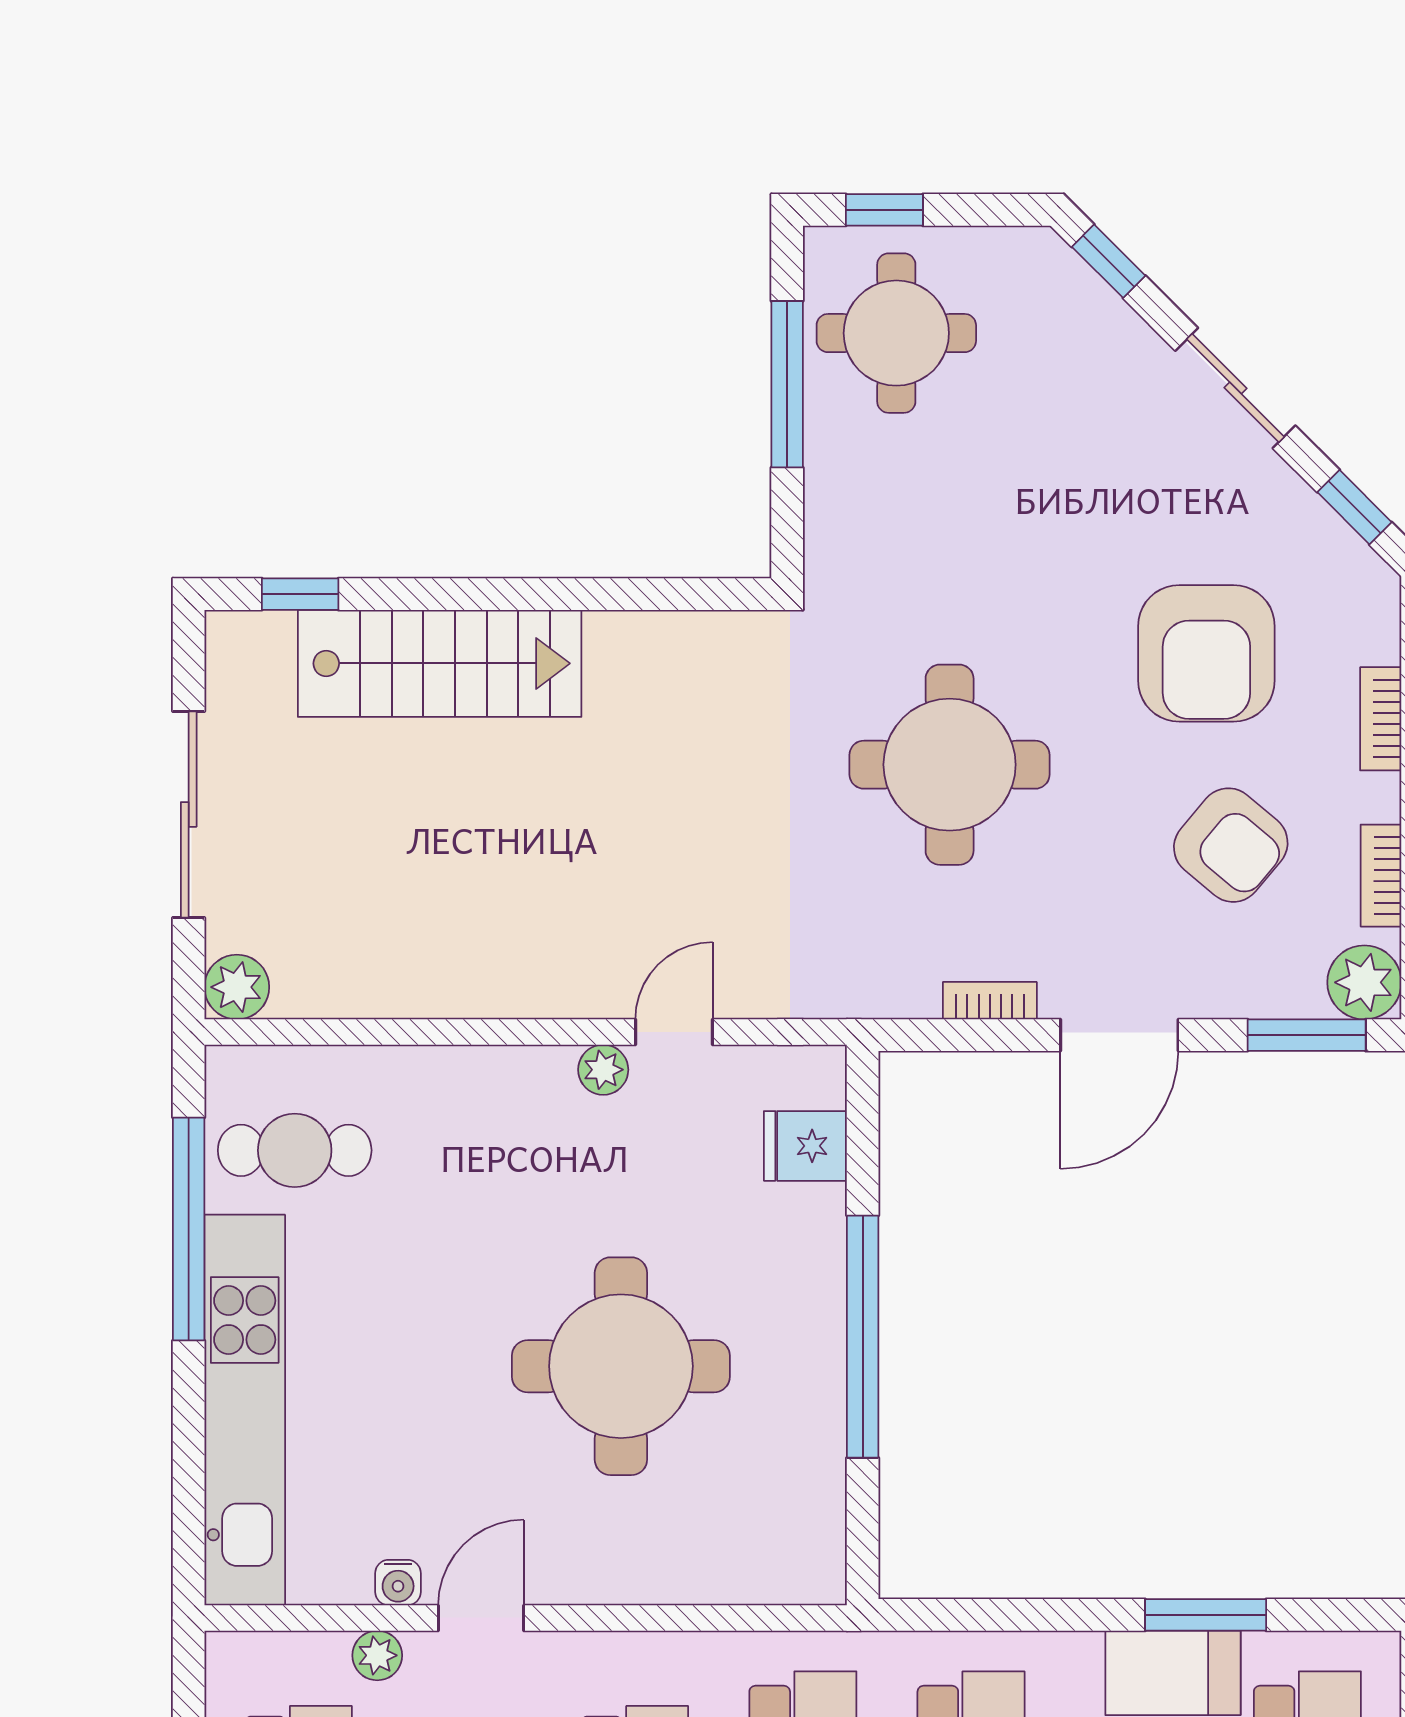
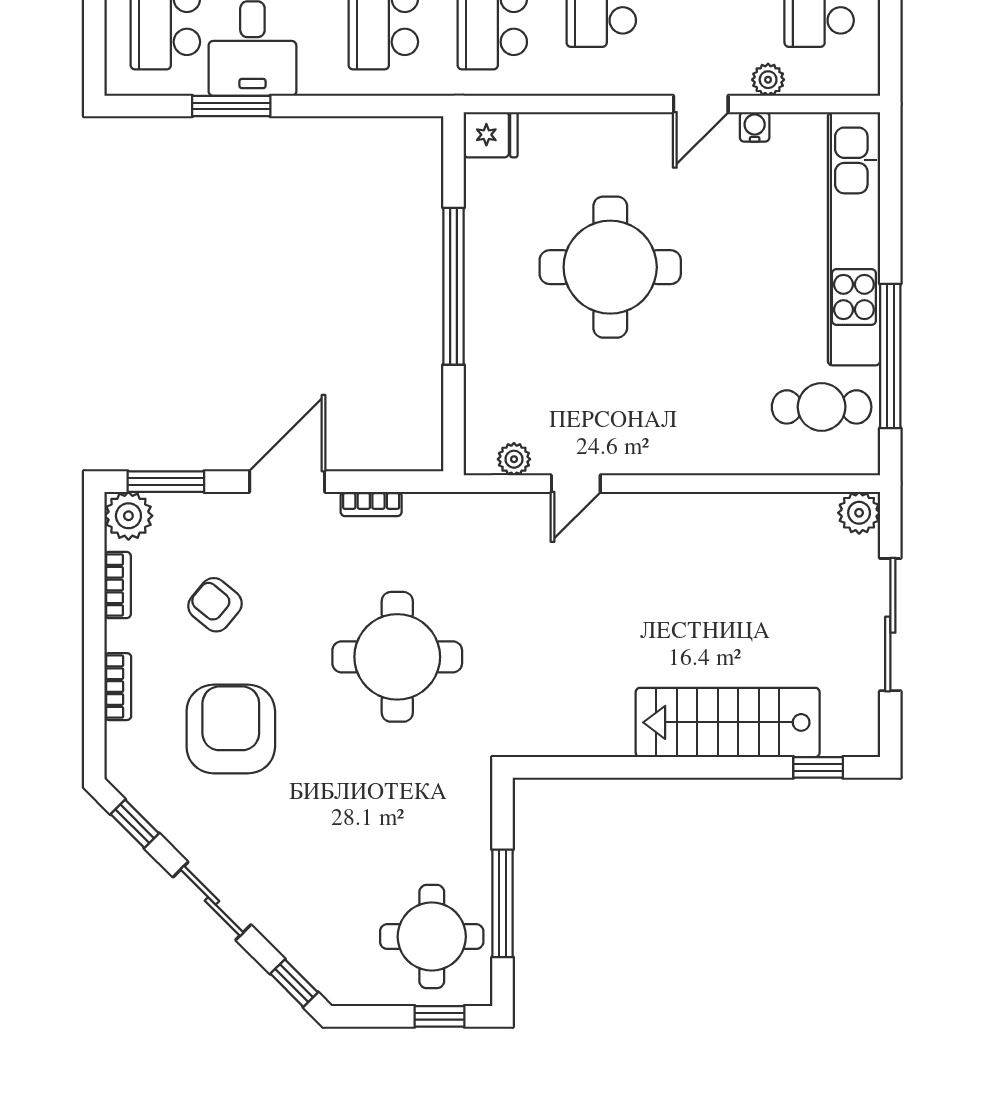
armchair: (1231, 845) -> (215, 605), width x0.72, depth x0.72
plant: (603, 1070) -> (514, 459), moved
fridge: (805, 1146) -> (491, 135), moved

